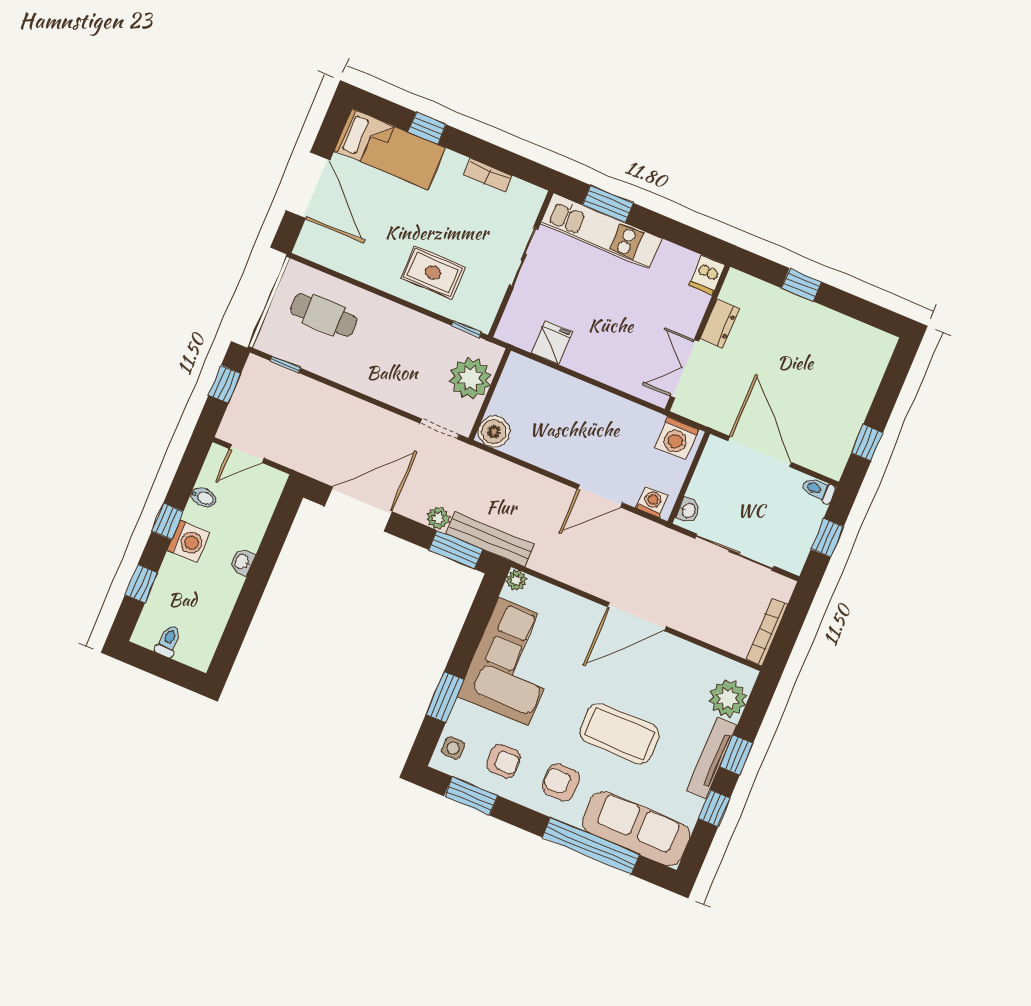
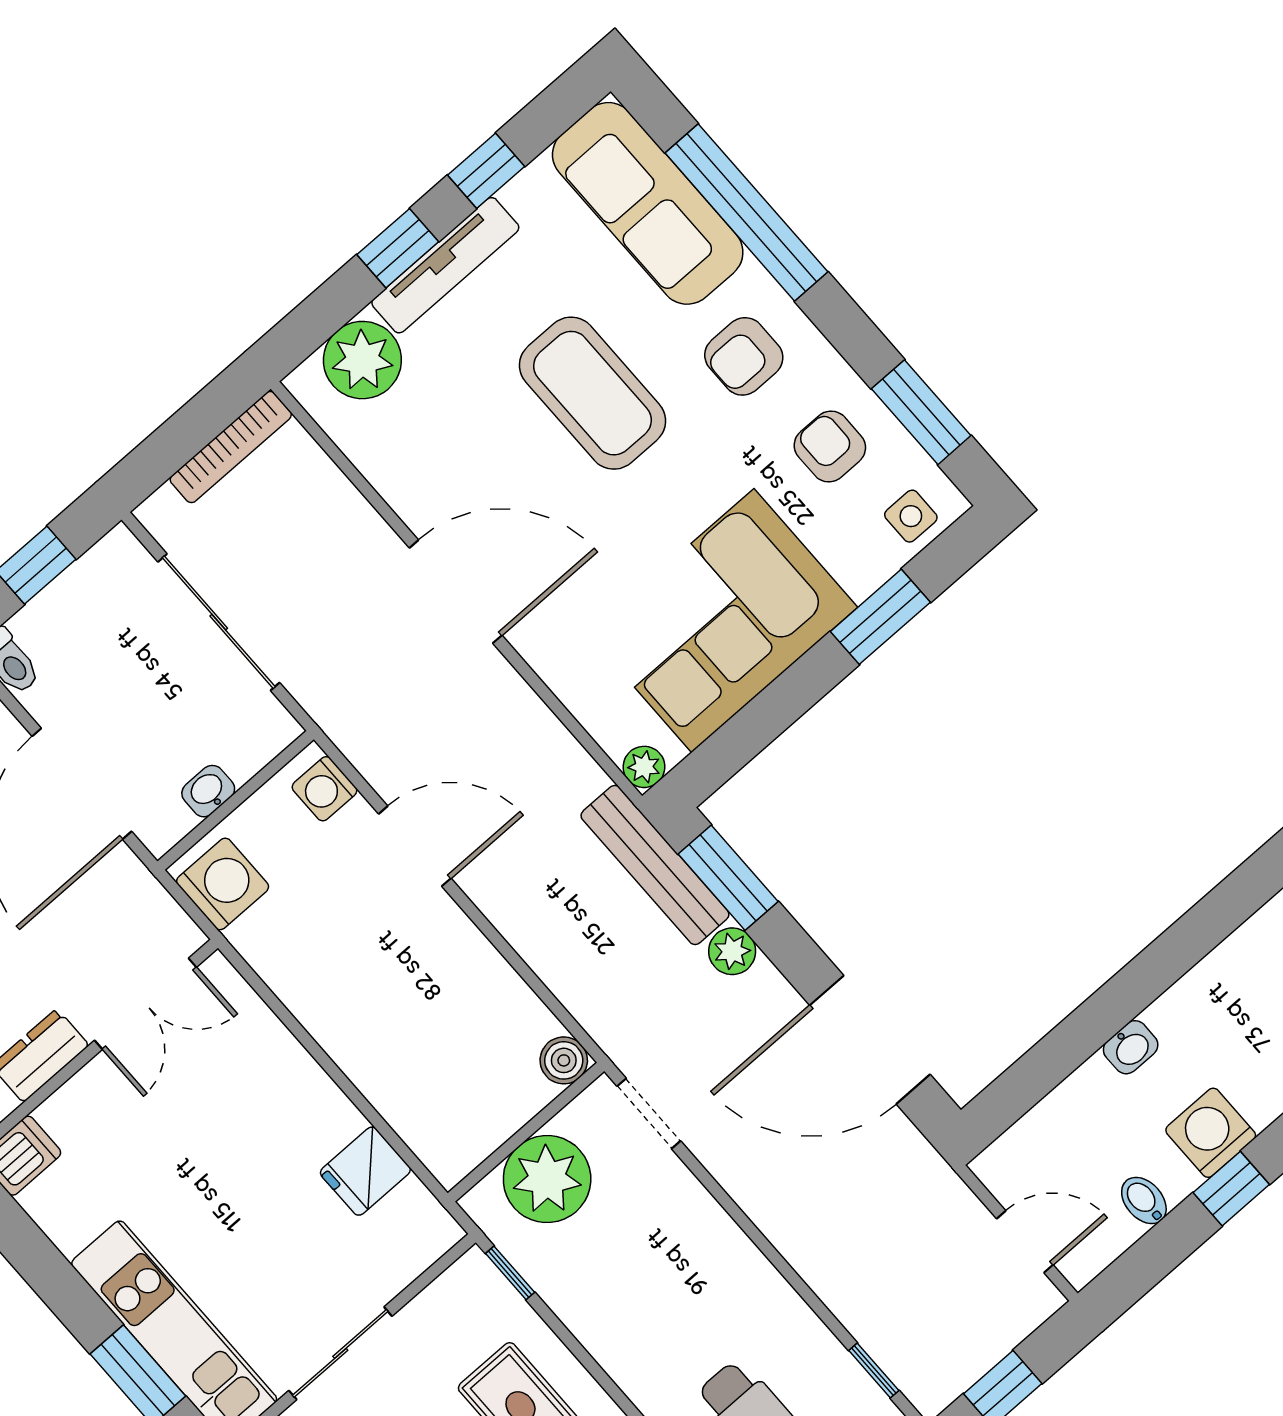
boiler: (494, 432) -> (564, 1060), width x0.73, depth x0.73
washbasin: (688, 511) -> (208, 791), moved
armchair: (561, 782) -> (744, 356), turned 90

